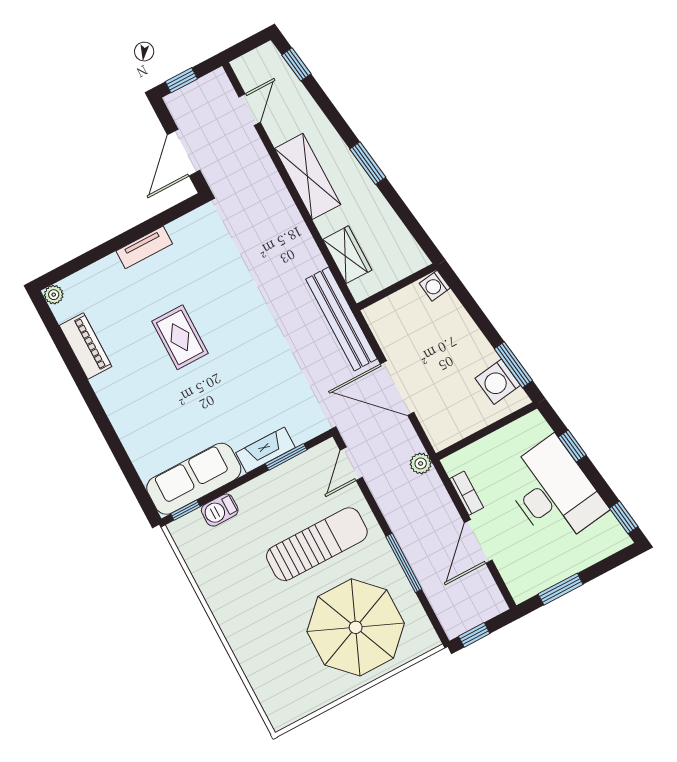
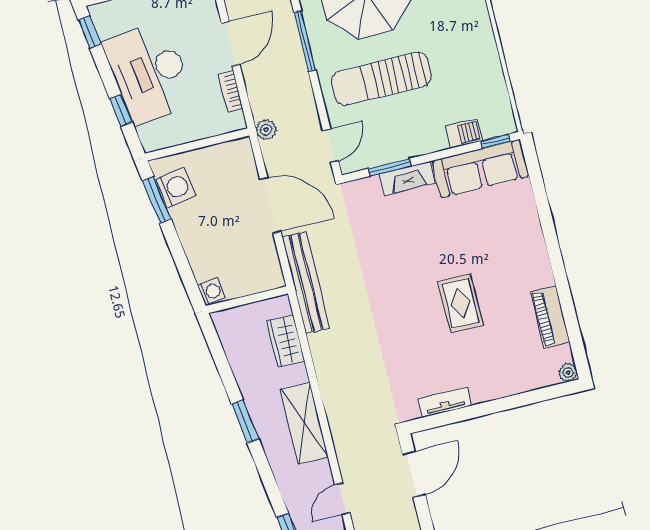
tv unit: (144, 247) -> (445, 402), moved

